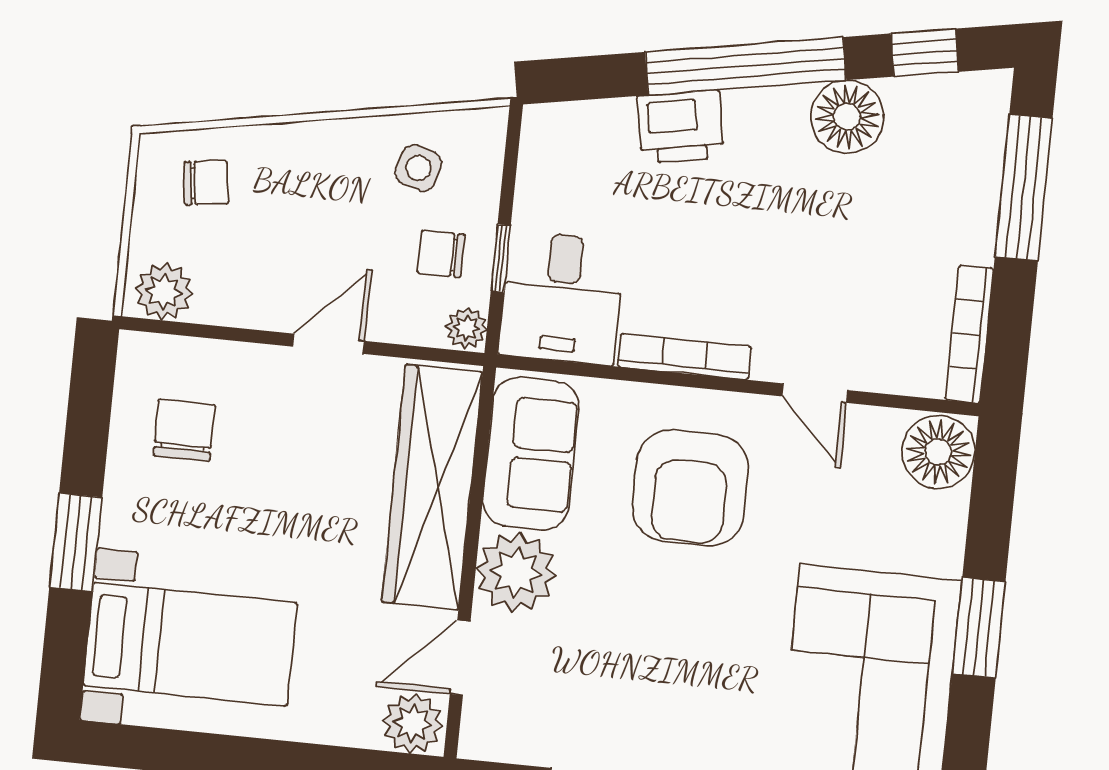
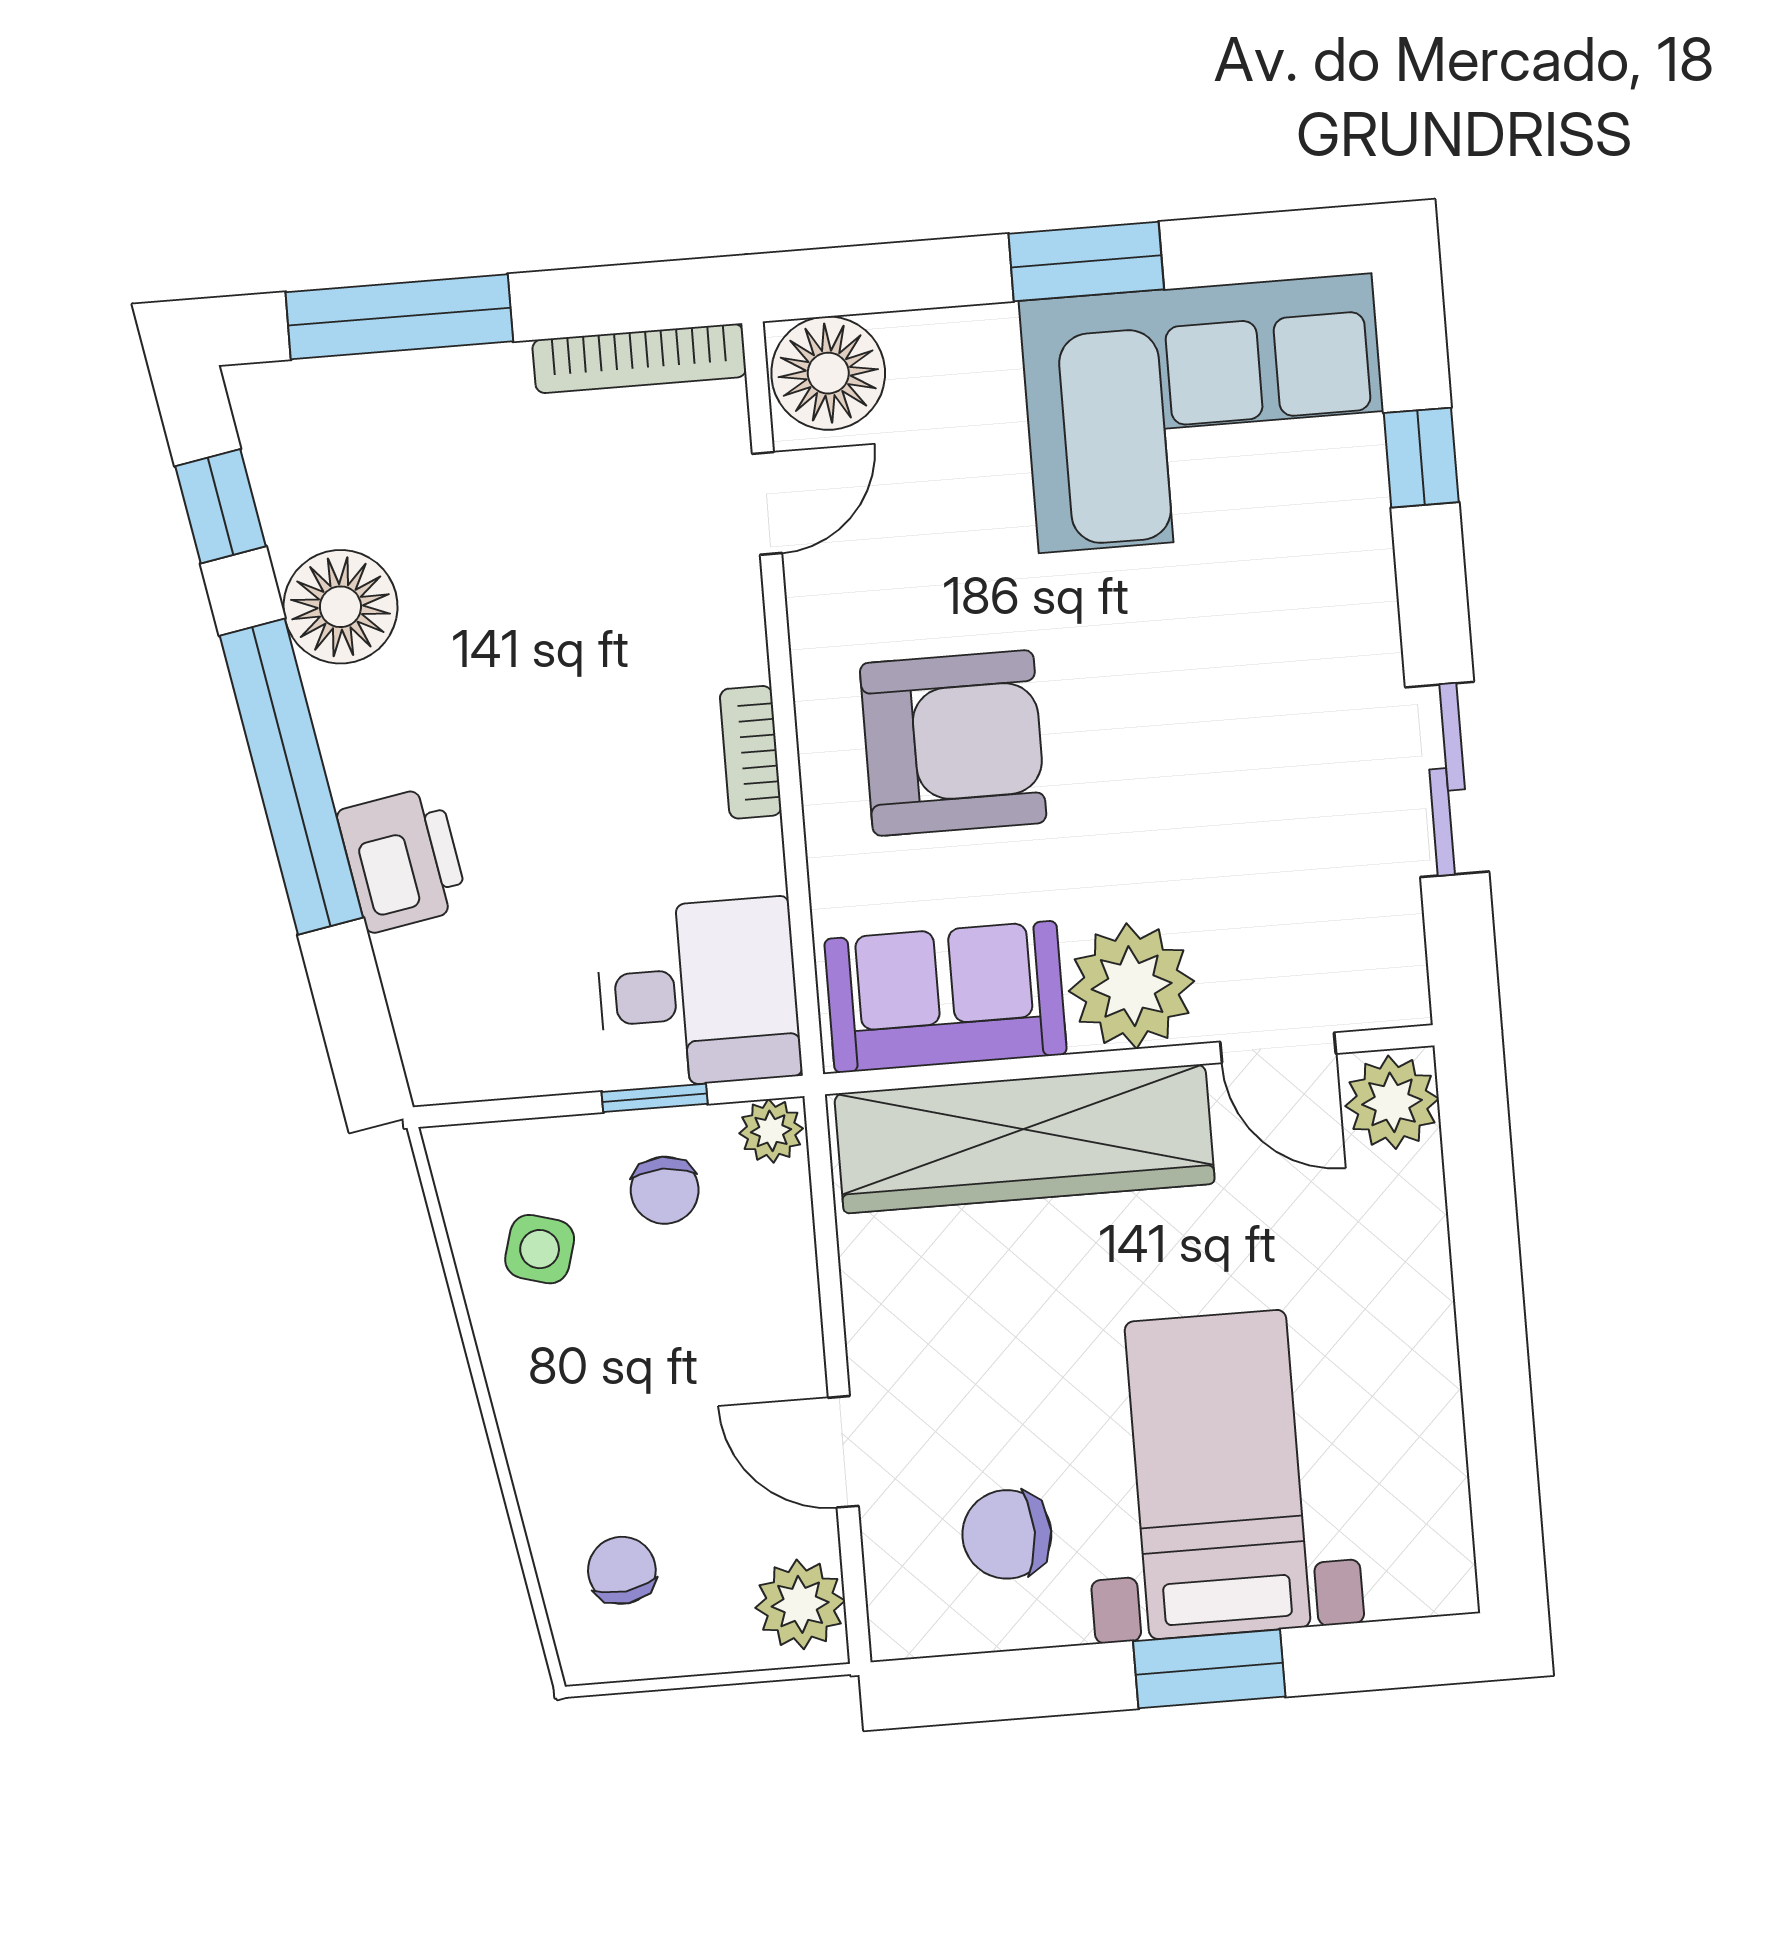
door: (328, 344) -> (843, 1452), moved
bookcase: (684, 357) -> (751, 752), width x0.64
door: (815, 393) -> (767, 503), moved
bed with nightstands: (190, 644) -> (1217, 1474), moved

